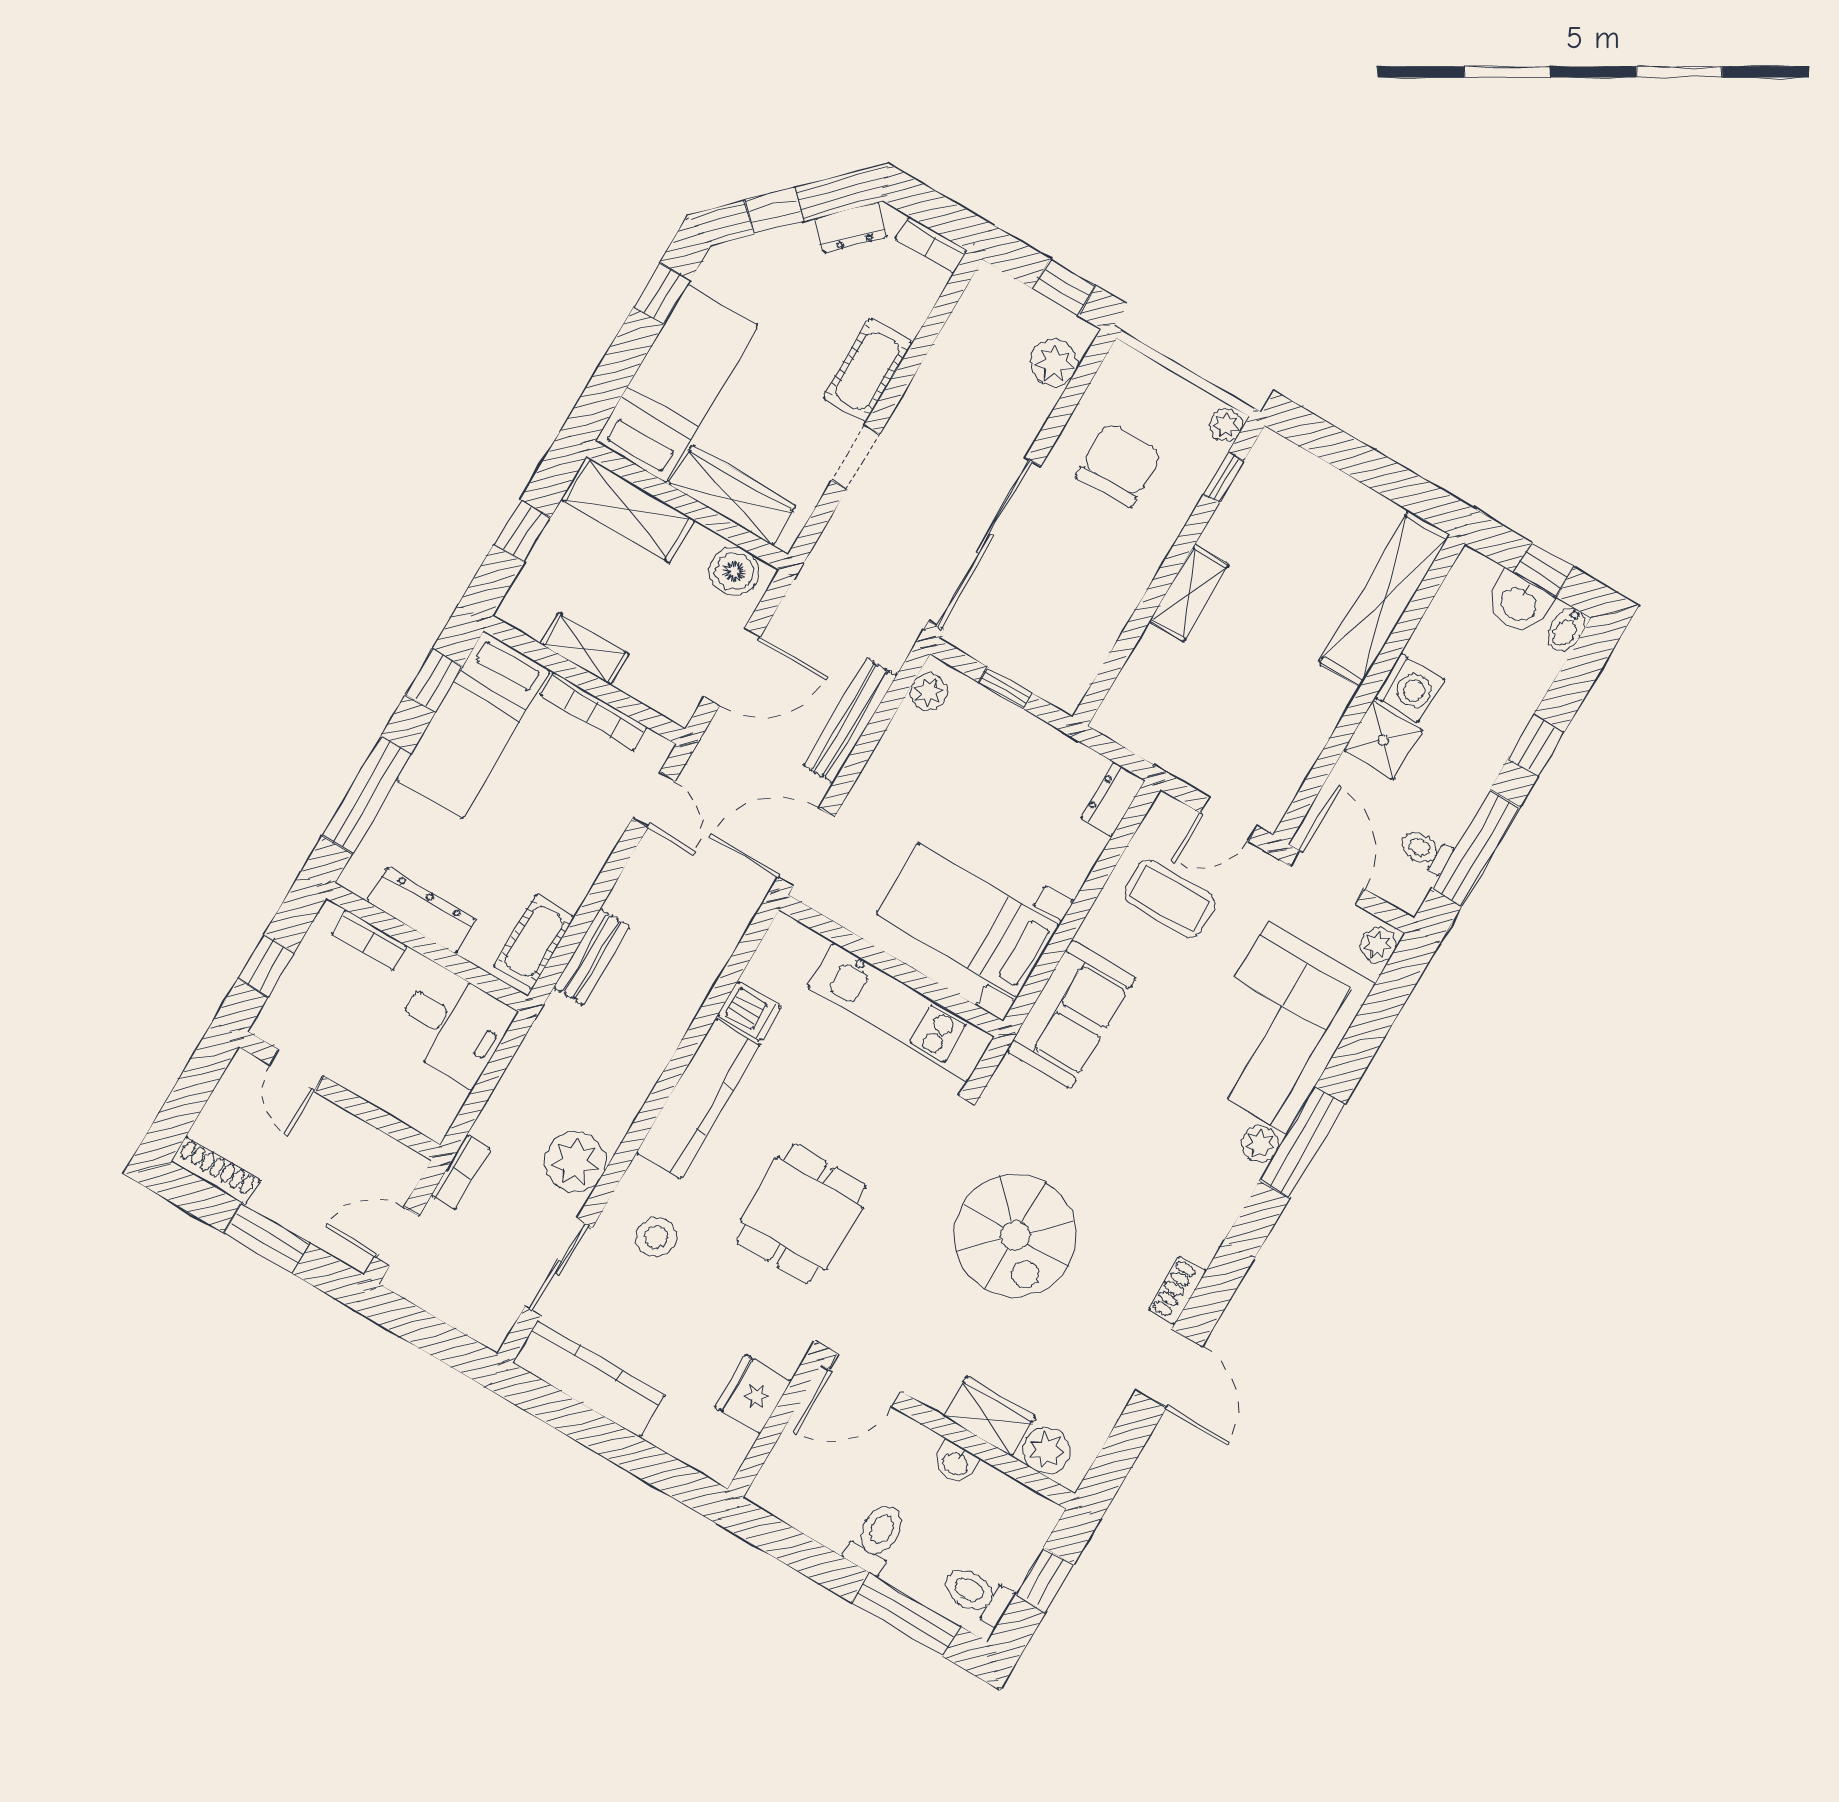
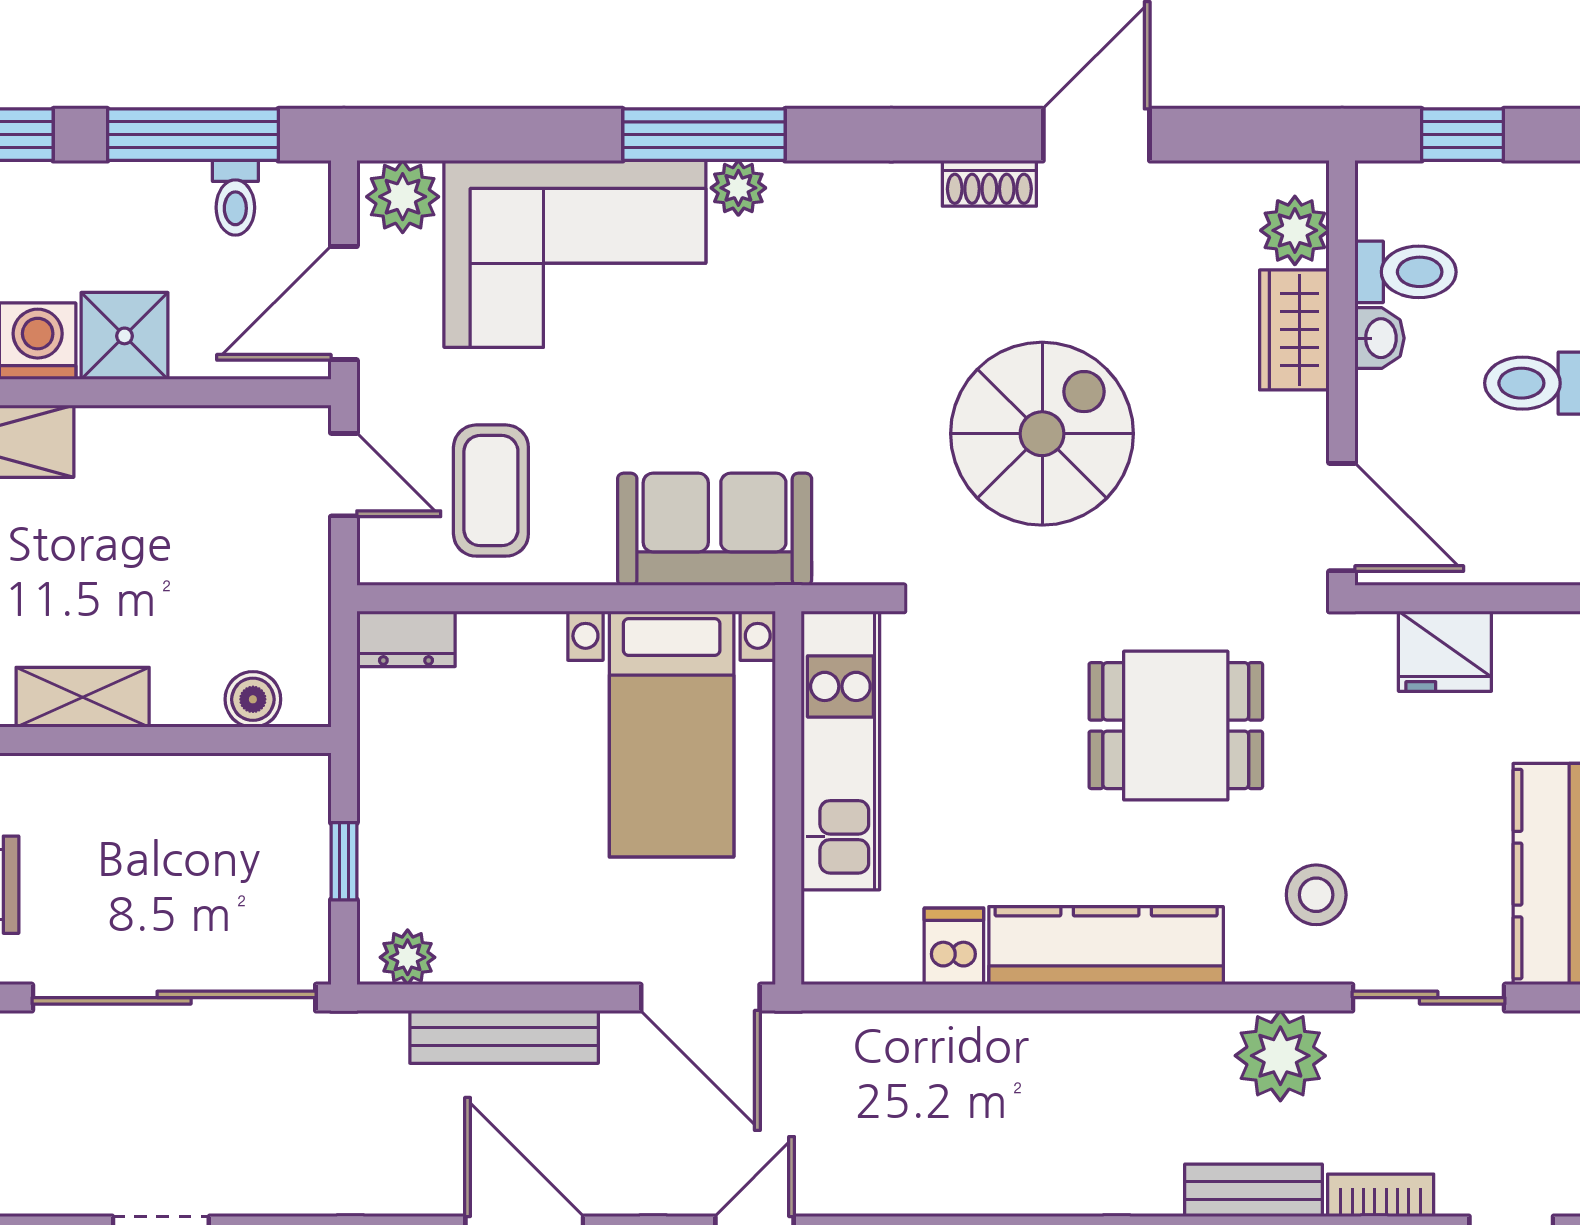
boiler: (1130, 690) -> (253, 699), added
plant: (1378, 945) -> (403, 197), width x1.38, depth x1.38
bench: (592, 957) -> (1254, 1190), moved
toilet: (977, 1594) -> (1406, 272), moved, turned -90

